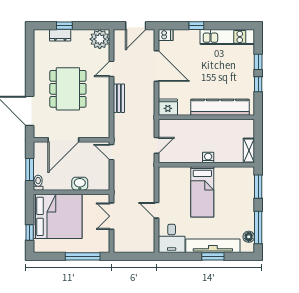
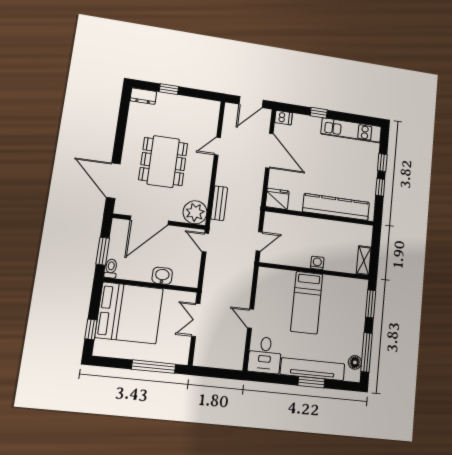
dresser: (60, 35) -> (143, 96), moved
plant: (100, 39) -> (195, 212), moved
bench: (119, 98) -> (219, 203), moved

